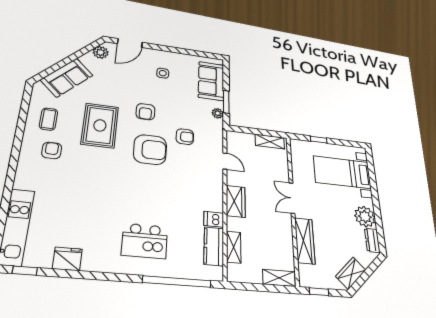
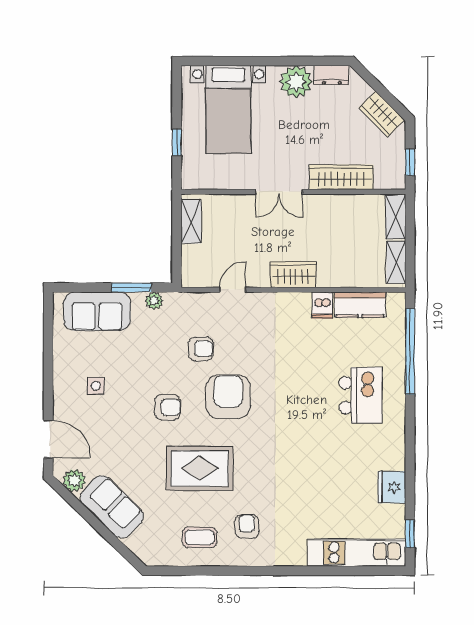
sofa: (67, 78) -> (112, 507), moved
armchair: (185, 137) -> (201, 349), turned 90
armchair: (52, 150) -> (247, 526), turned 90
shelving: (234, 247) -> (396, 262), moved, turned 90

